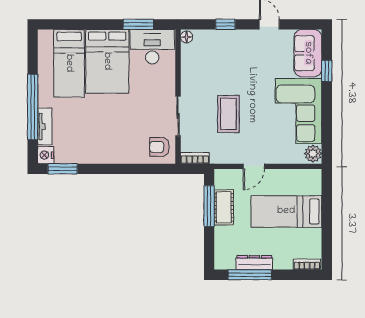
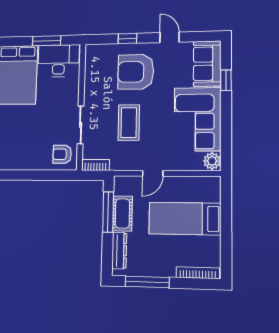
floor lamp: (187, 37) -> (91, 51), removed
armchair: (235, 60) -> (136, 72), added
dresser: (254, 263) -> (119, 251), moved, turned 90
bookcase: (307, 264) -> (198, 273), width x1.56

